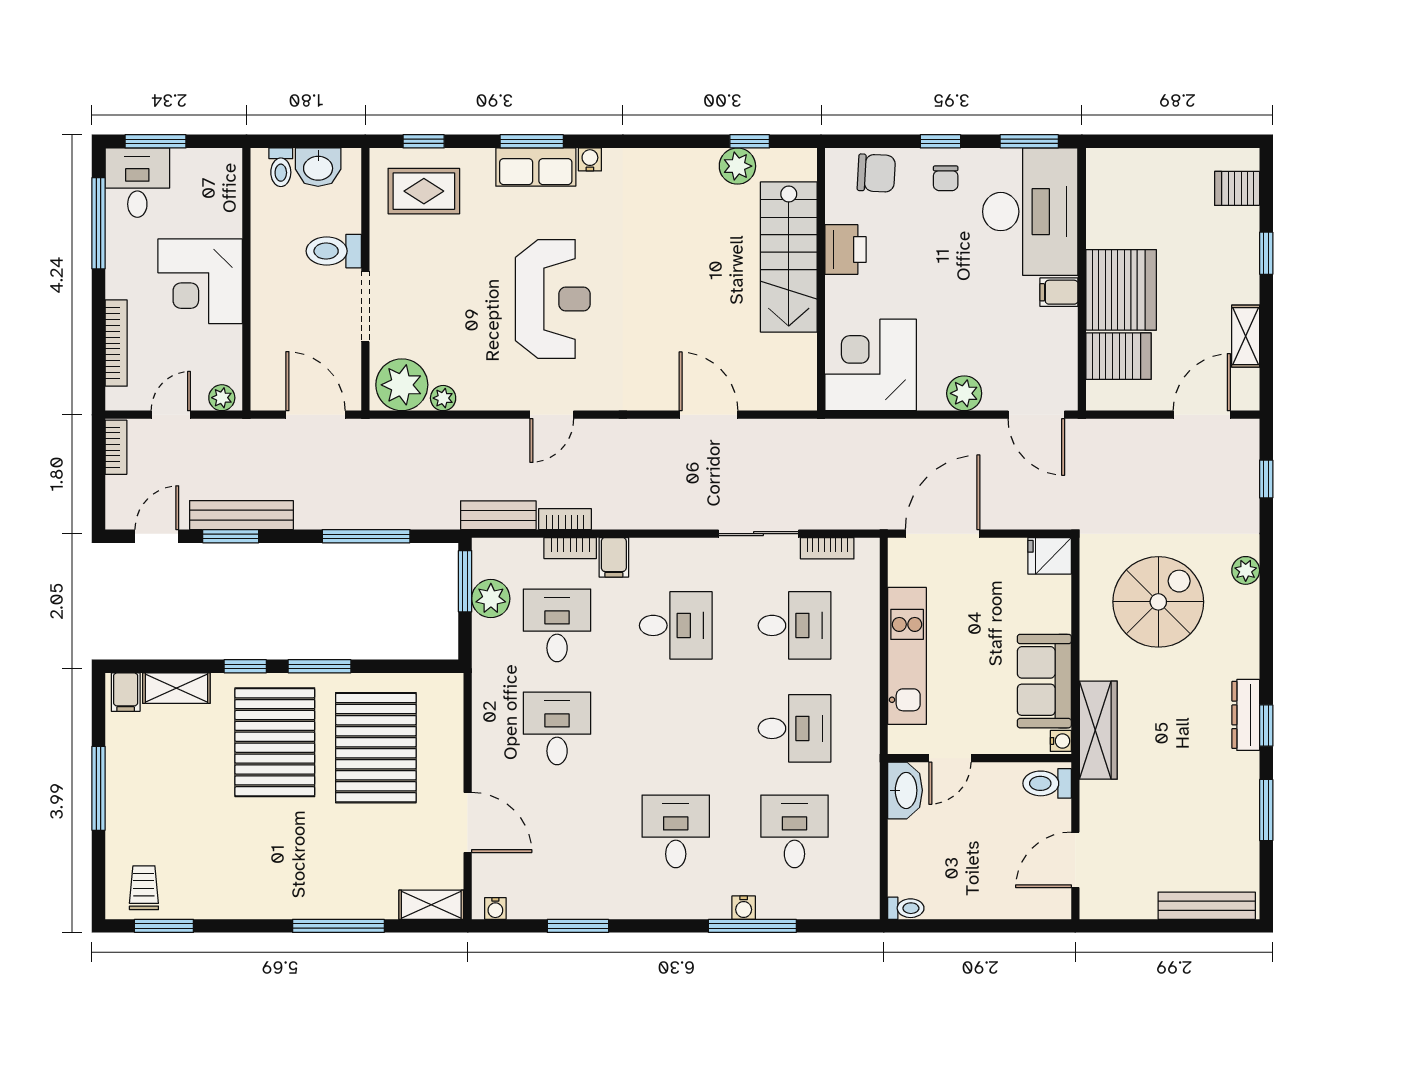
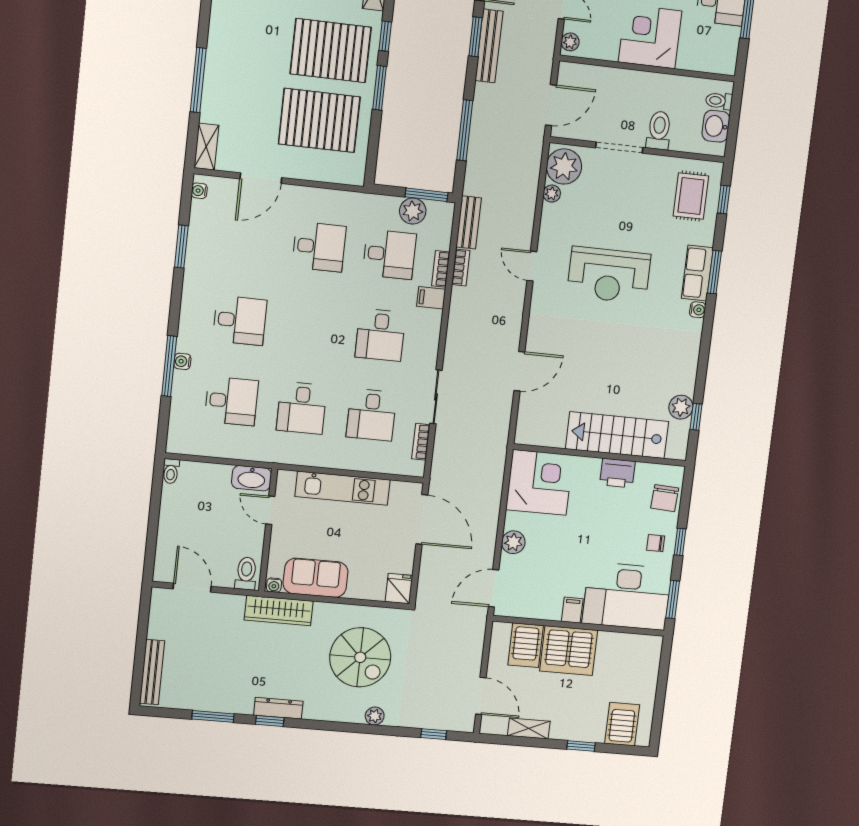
server rack: (1237, 188) -> (622, 724), width x1.36, depth x1.44

